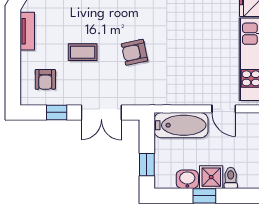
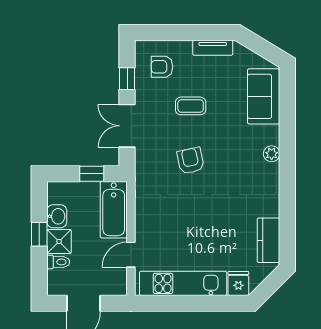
coffee table: (83, 52) -> (191, 106), turned 90
window: (147, 165) -> (92, 174), moved

